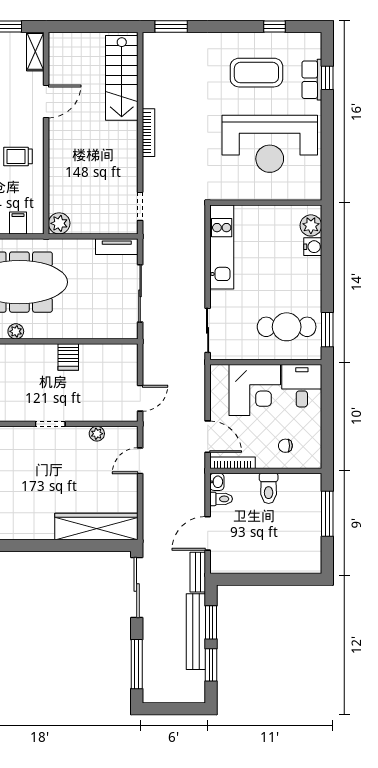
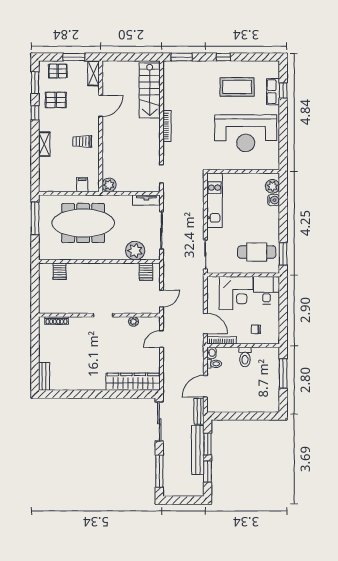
window: (275, 27) -> (223, 57), moved
plant: (16, 331) -> (135, 251), moved, width x1.88, depth x1.88
server rack: (68, 357) -> (146, 272), moved

